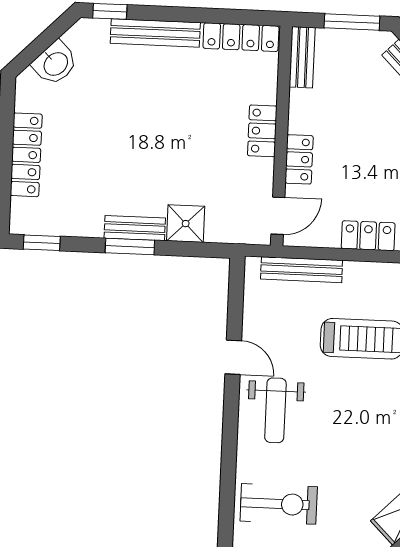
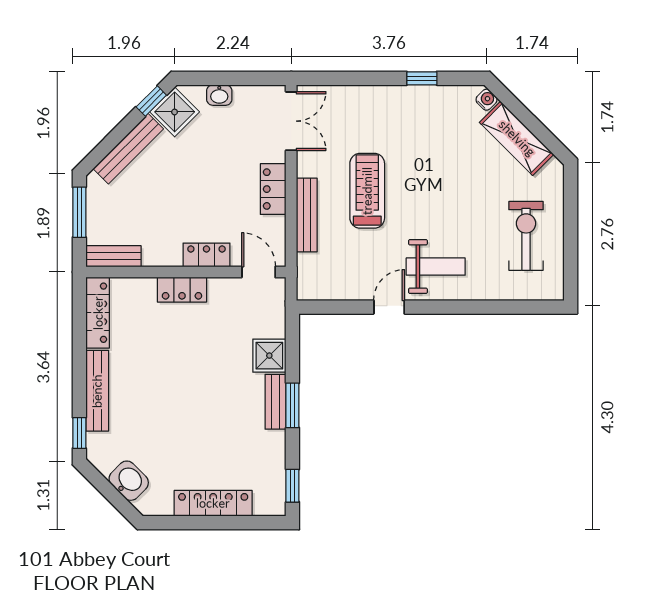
bench: (302, 270) -> (307, 215), moved
exercise bike: (279, 504) -> (526, 236), moved

